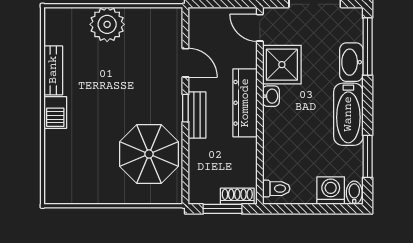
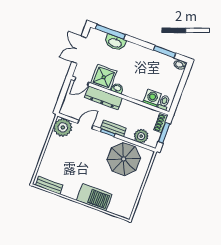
plant: (107, 24) -> (63, 127), moved
bench: (53, 70) -> (49, 185), moved
dresser: (245, 103) -> (104, 98), moved
barbecue: (55, 112) -> (94, 197), width x1.88, depth x1.53
bathtub: (348, 114) -> (140, 53), removed
plant: (201, 170) -> (141, 136), added
washing machine: (331, 191) -> (152, 98), moved, turned 90

